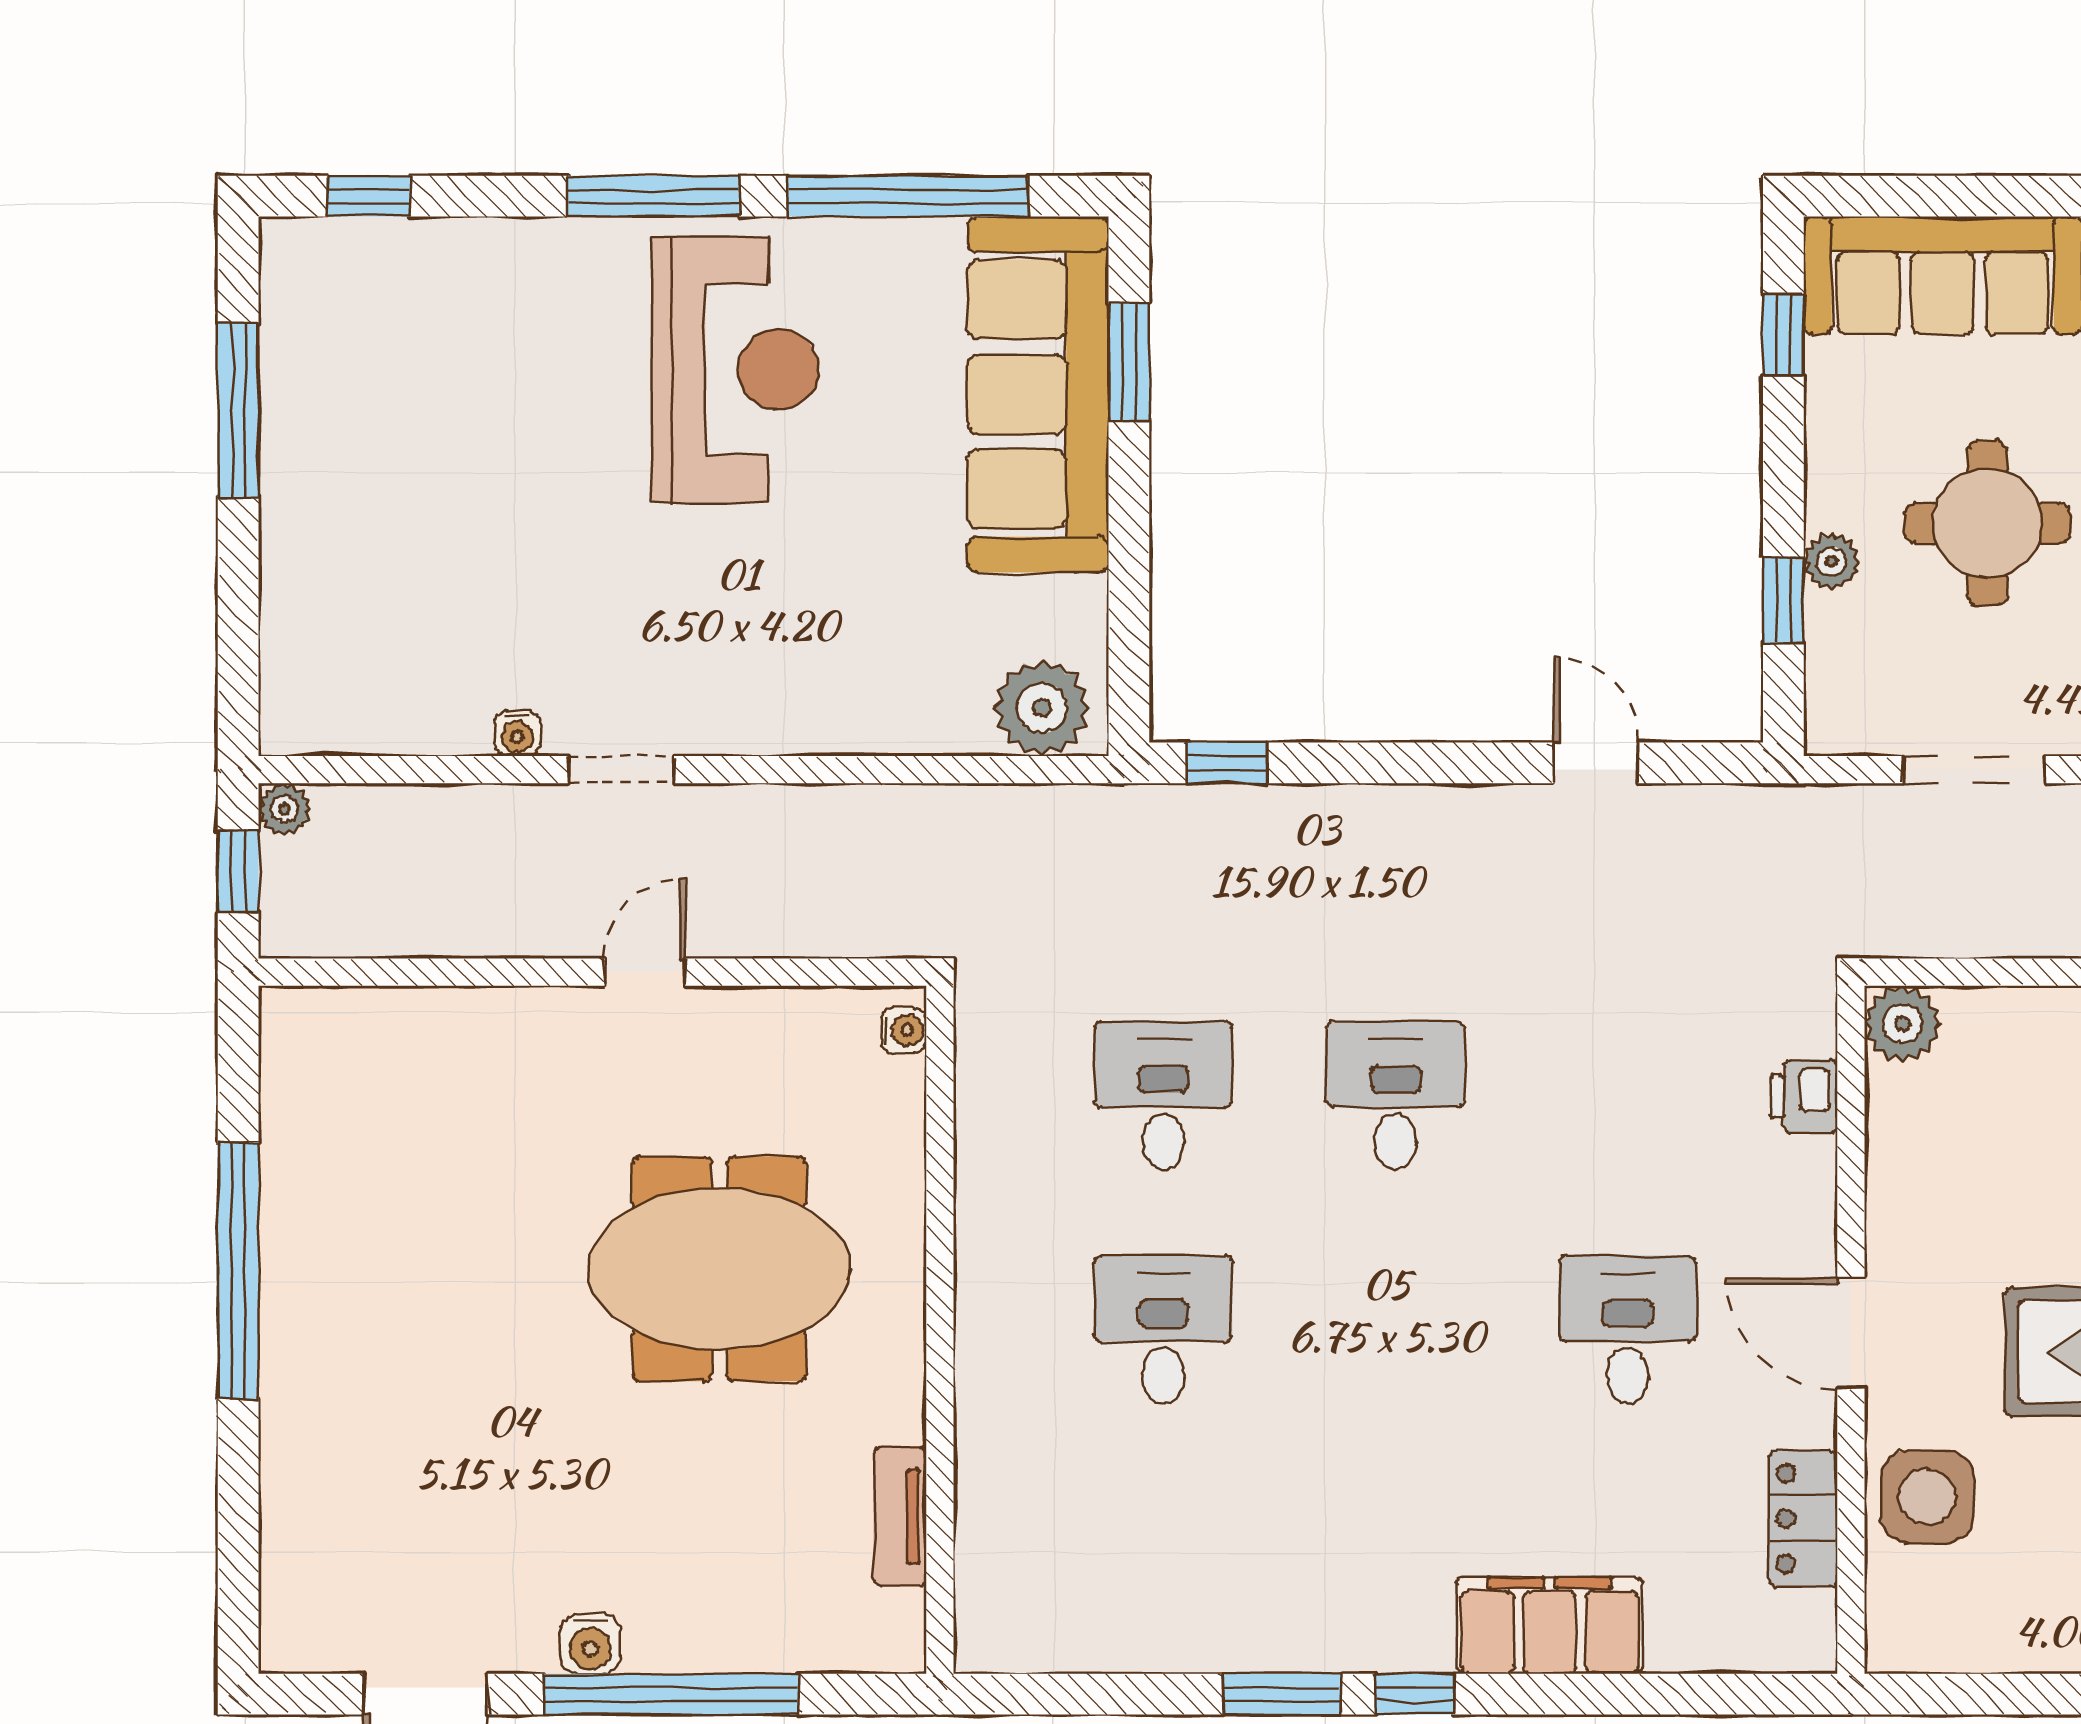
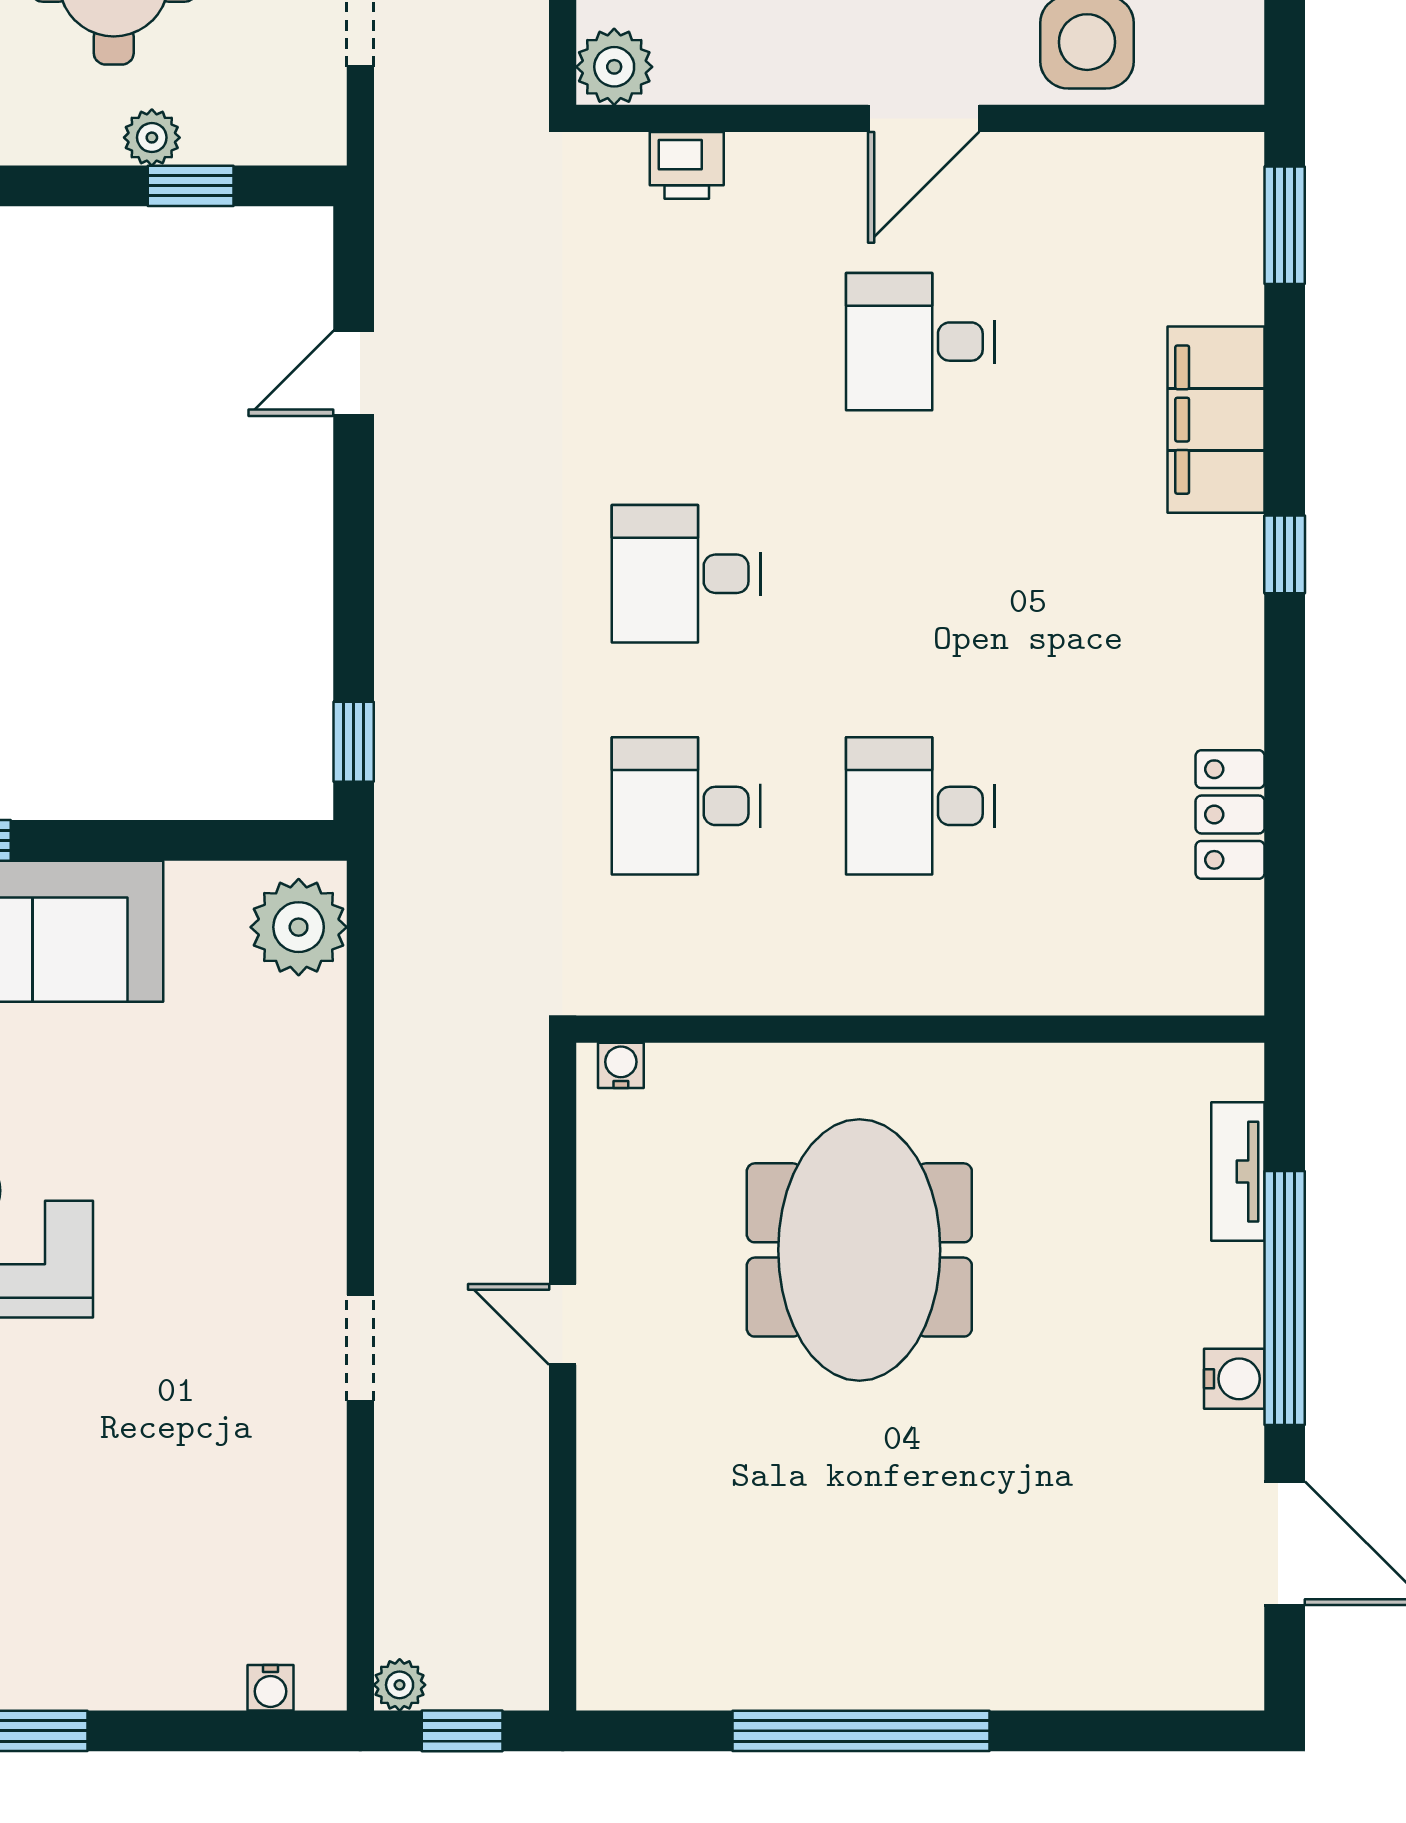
water cooler: (517, 733) -> (270, 1688), moved, turned 90
tv unit: (900, 1517) -> (1238, 1172), moved, turned 90
locker: (1803, 1519) -> (1230, 815), moved, turned 90
window: (1282, 1694) -> (1285, 225), moved

